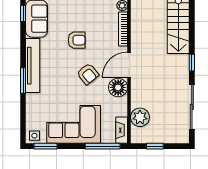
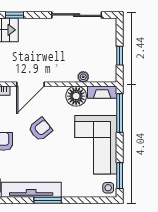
window: (192, 63) -> (15, 15), moved
door: (129, 65) -> (30, 84), hinge flipped
floor lamp: (118, 87) -> (76, 96), moved
plant: (140, 117) -> (83, 77), width x0.53, depth x0.53

